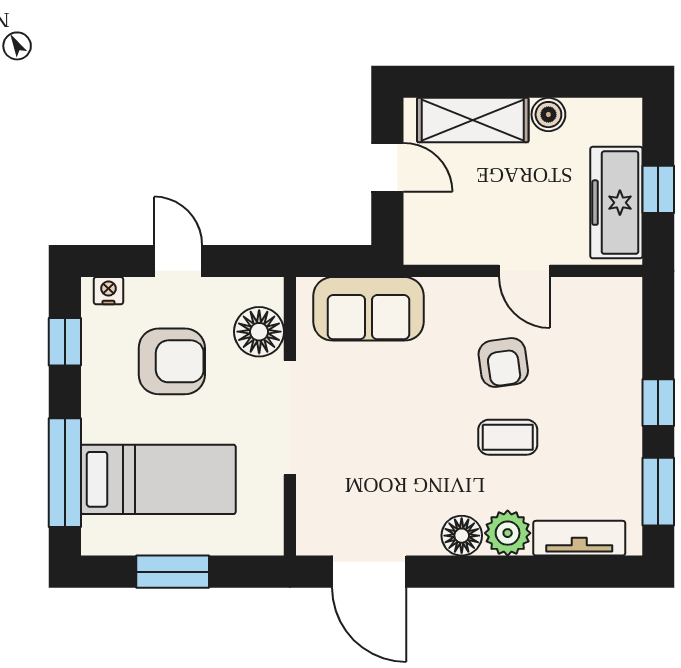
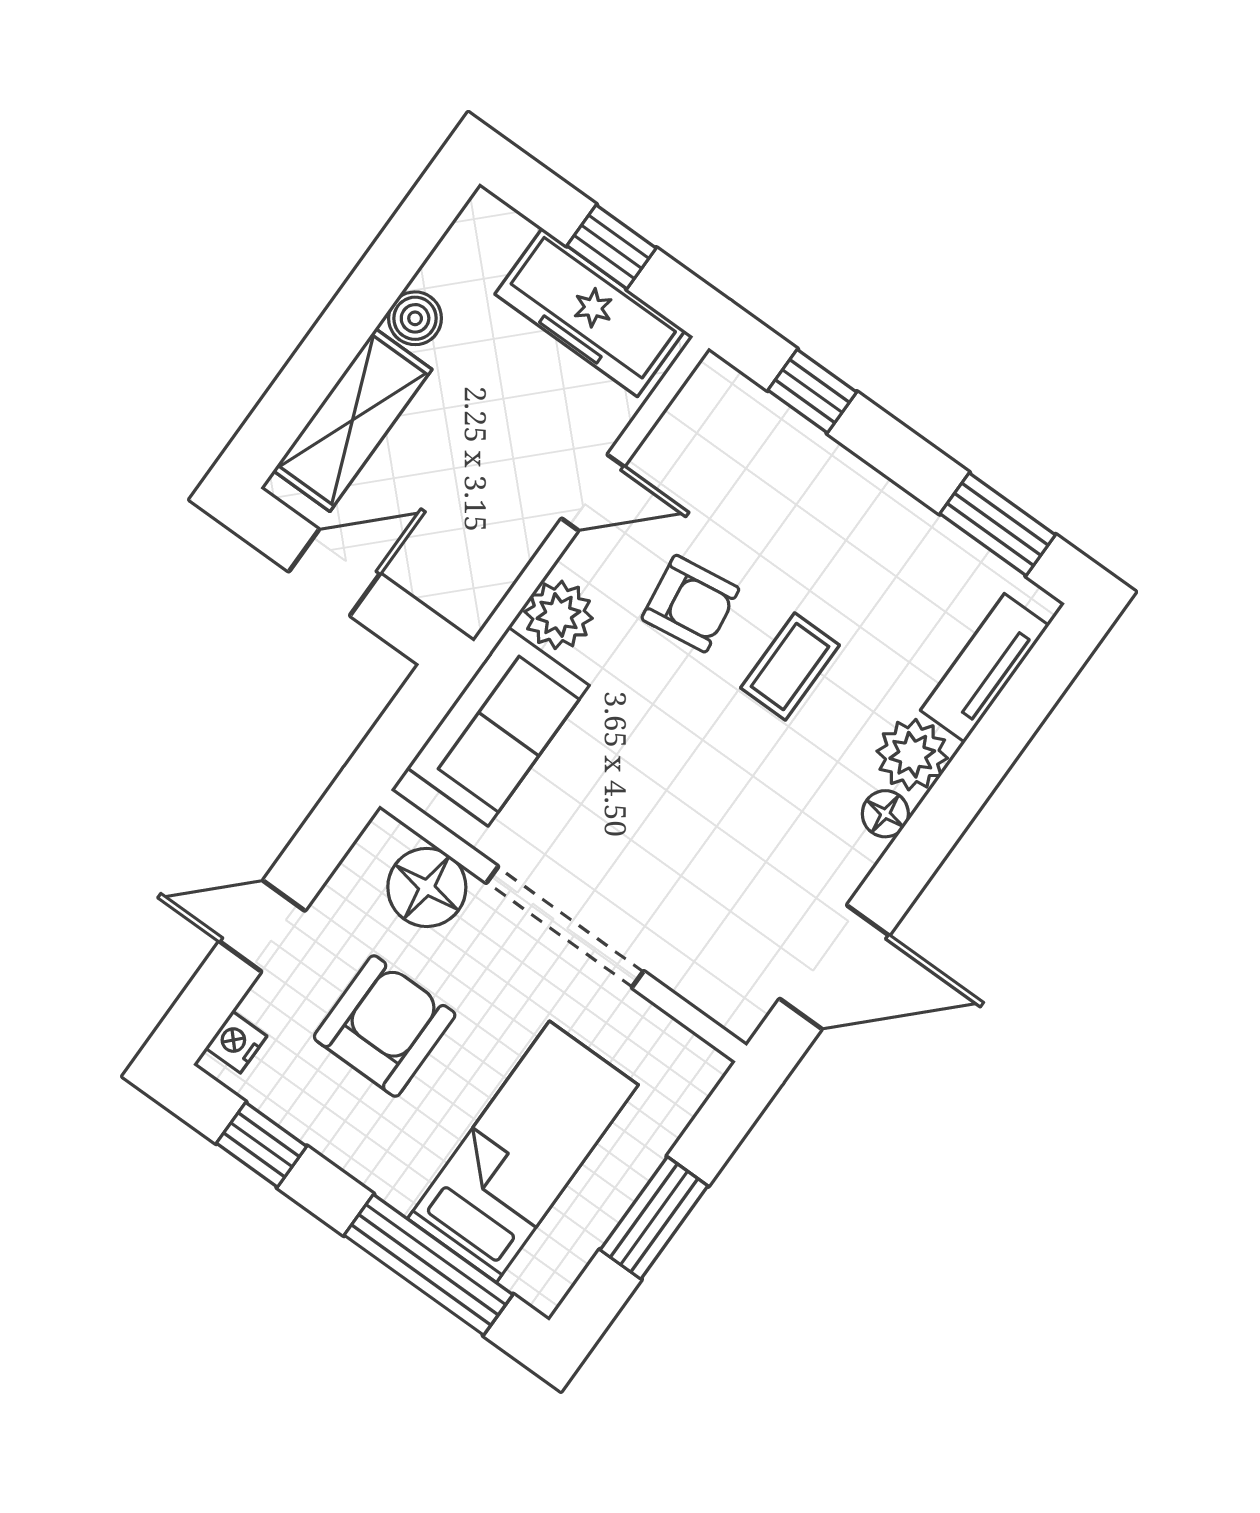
plant: (449, 299) -> (558, 615), added
window: (658, 403) -> (812, 391), moved
floor lamp: (462, 536) -> (885, 814), width x0.73, depth x0.73

